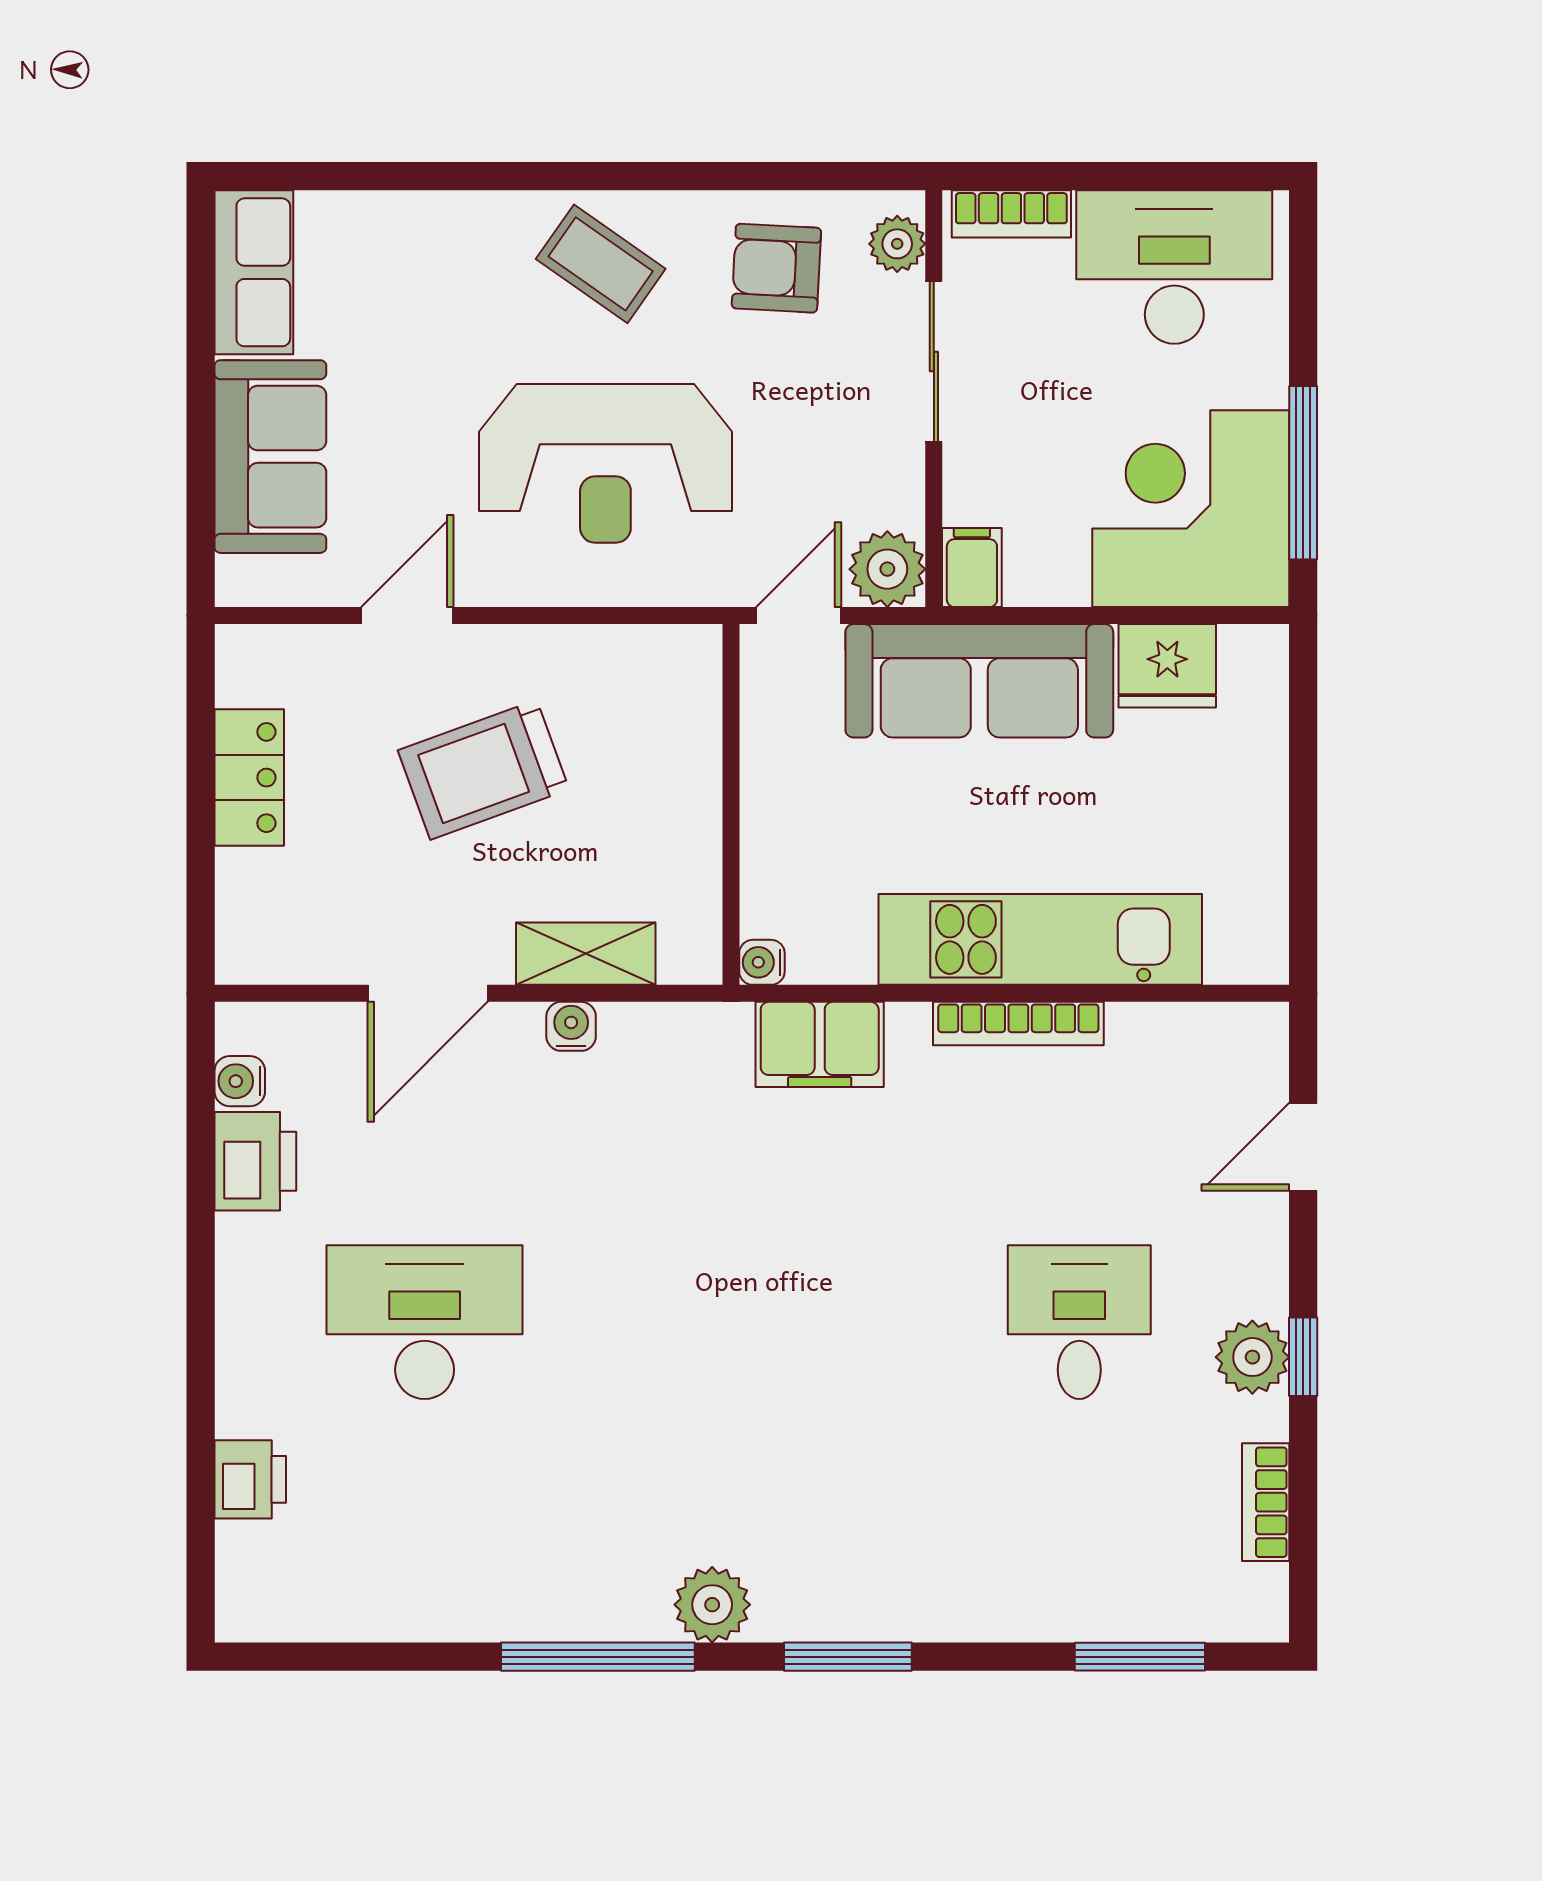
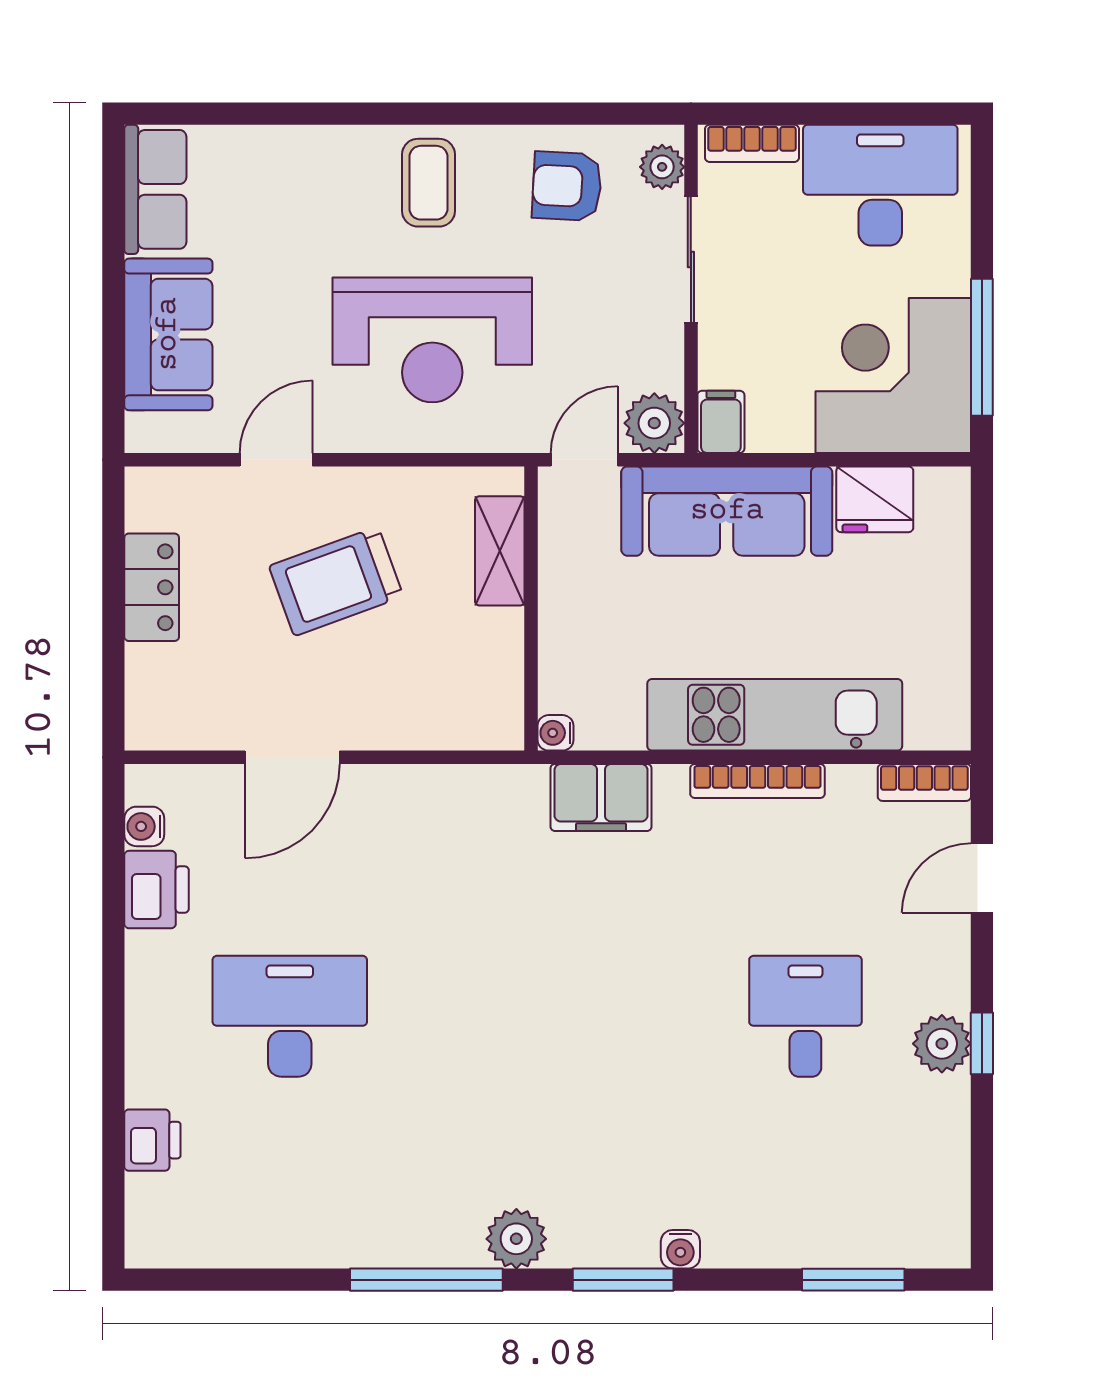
coffee table: (601, 264) -> (428, 183), turned 55
shelving: (586, 954) -> (500, 551), moved, turned 90
water cooler: (571, 1026) -> (680, 1249), moved, turned 180
bookcase: (1266, 1502) -> (924, 782), moved, turned -90

